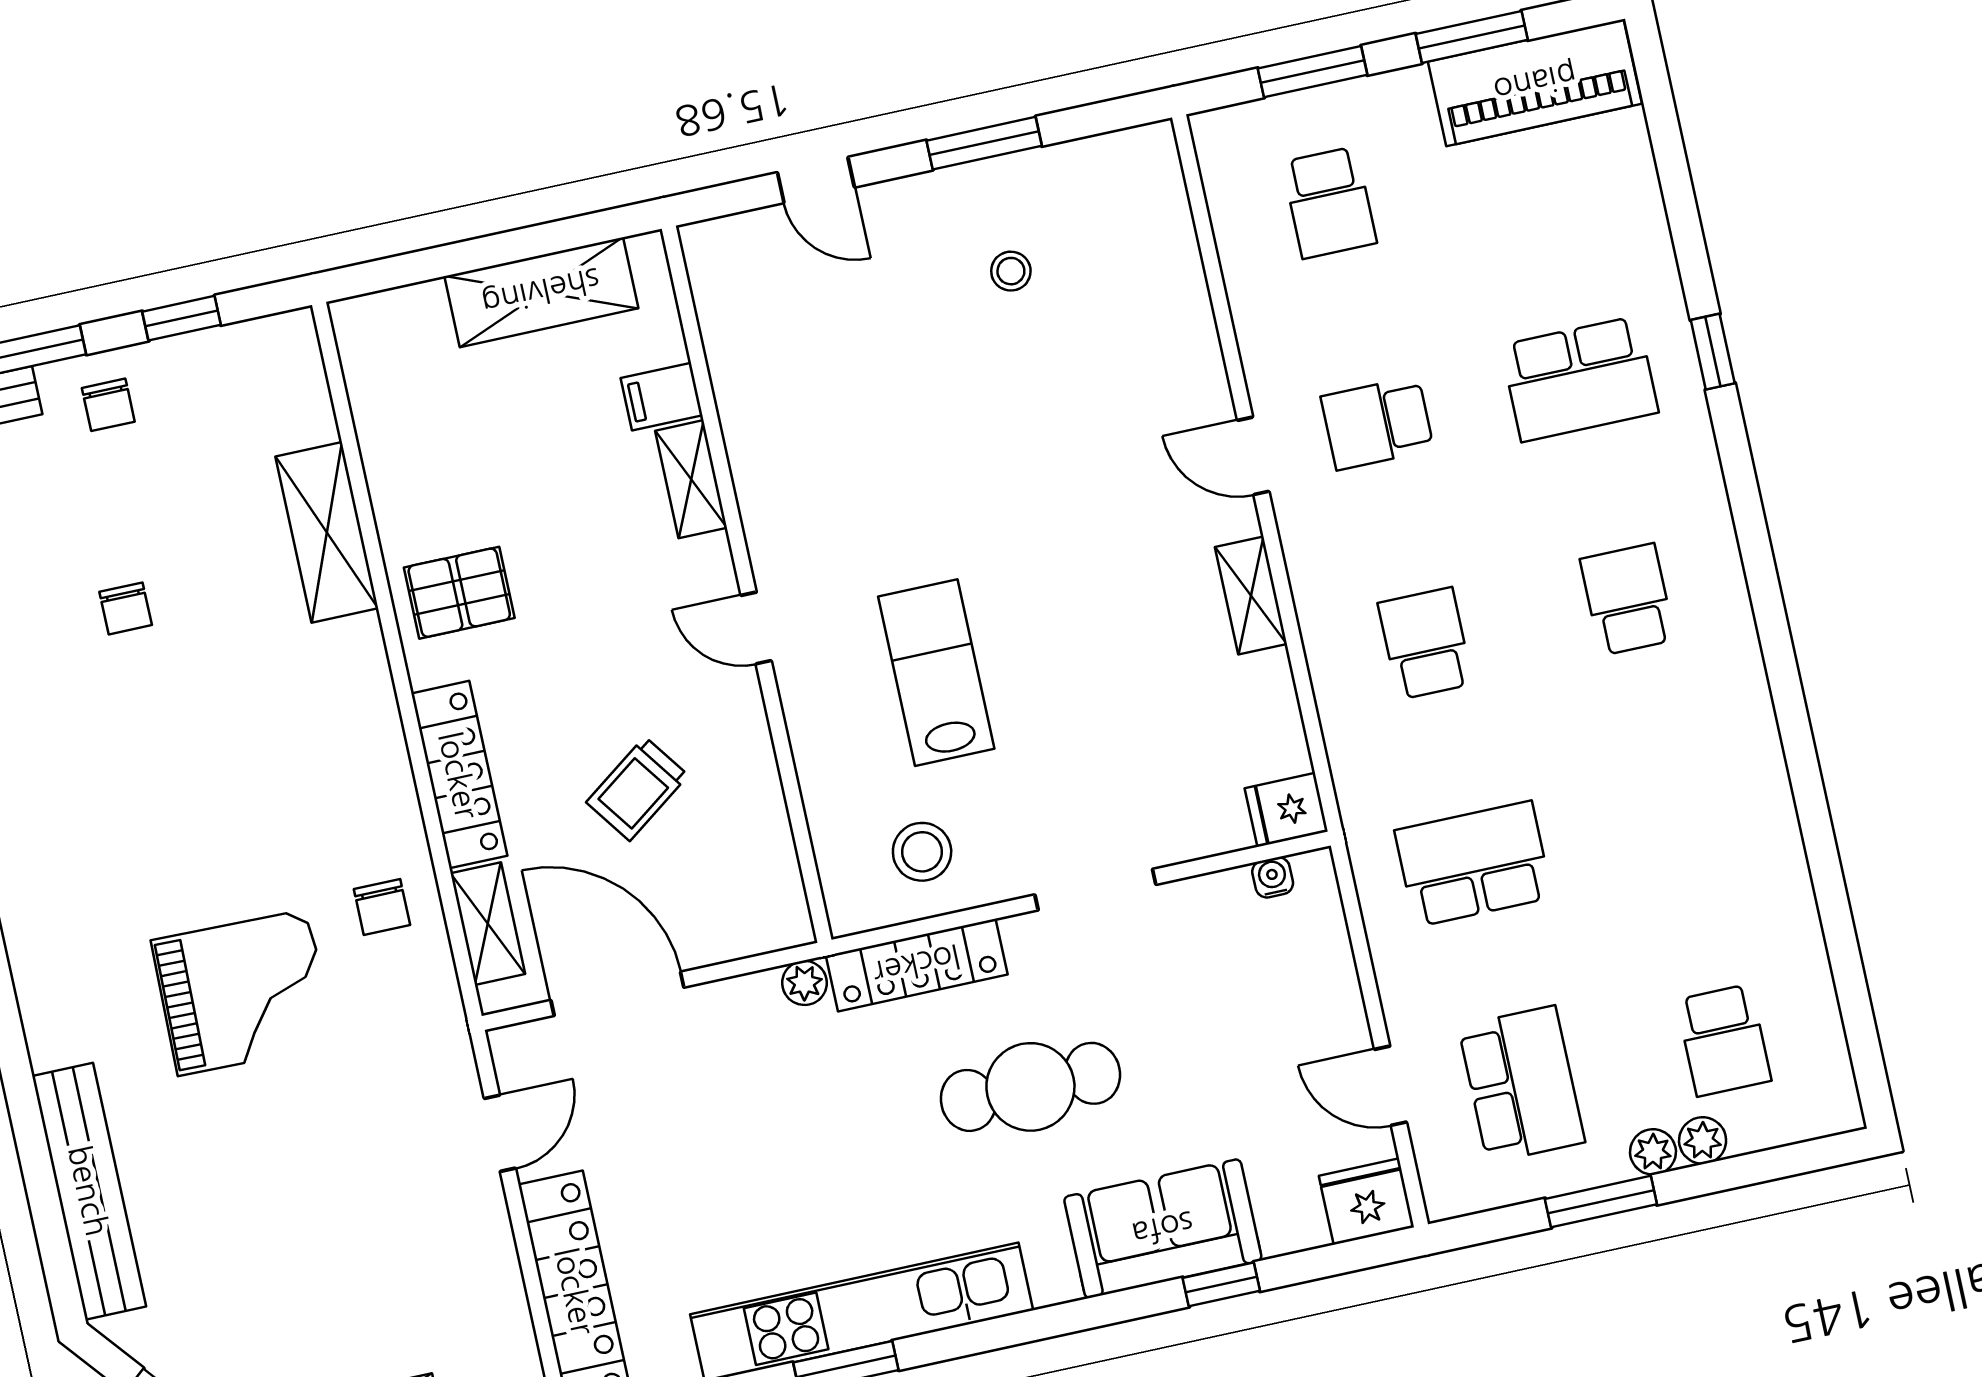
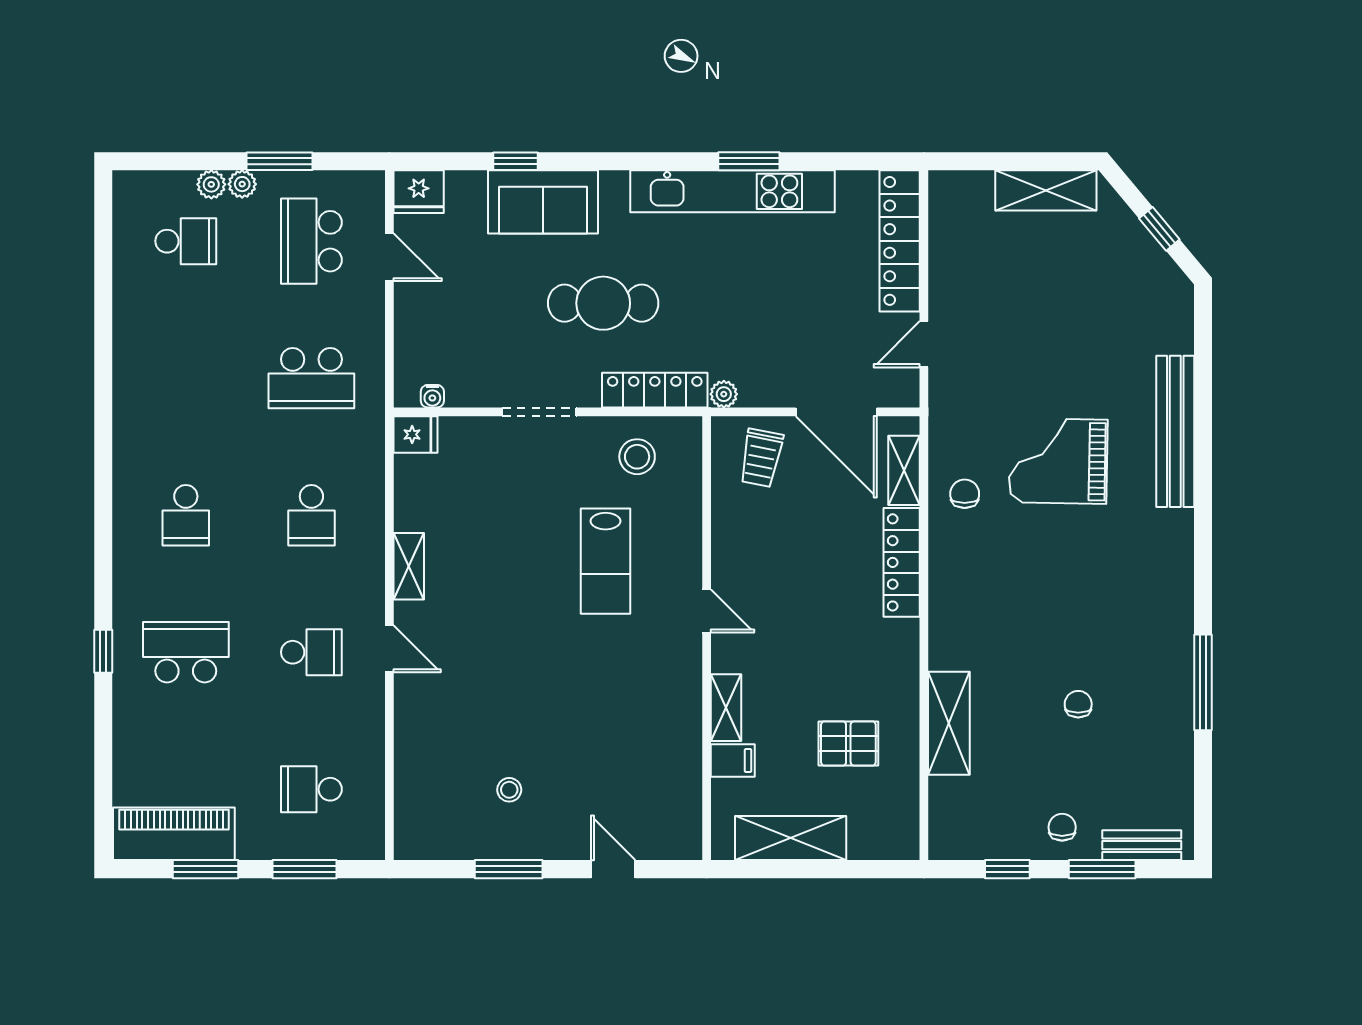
school desk: (1329, 203) -> (311, 789), turned -90
pallet: (459, 593) -> (848, 743), moved
trolley: (637, 789) -> (761, 458), moved, turned 137
school desk: (1724, 1040) -> (186, 241), turned 90
bench: (89, 1191) -> (1175, 431), moved

